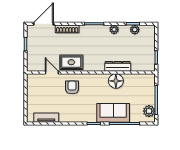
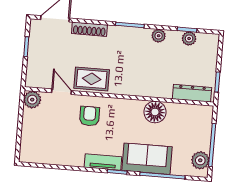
dresser: (118, 66) -> (192, 93), moved
plant: (33, 79) -> (32, 100), added
tv unit: (46, 118) -> (103, 162), moved

